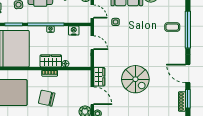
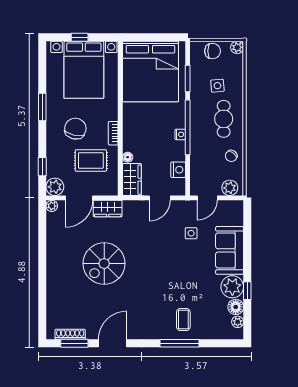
window: (188, 30) -> (179, 343), width x0.68
wardrobe: (51, 61) -> (132, 180), moved
rug: (68, 88) -> (91, 160), added

